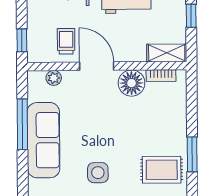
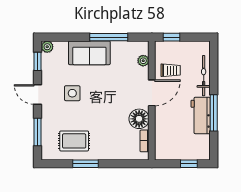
shelving: (167, 53) -> (161, 145), removed
sofa: (43, 140) -> (89, 53), width x0.73
rug: (162, 170) -> (74, 141), turned 90

